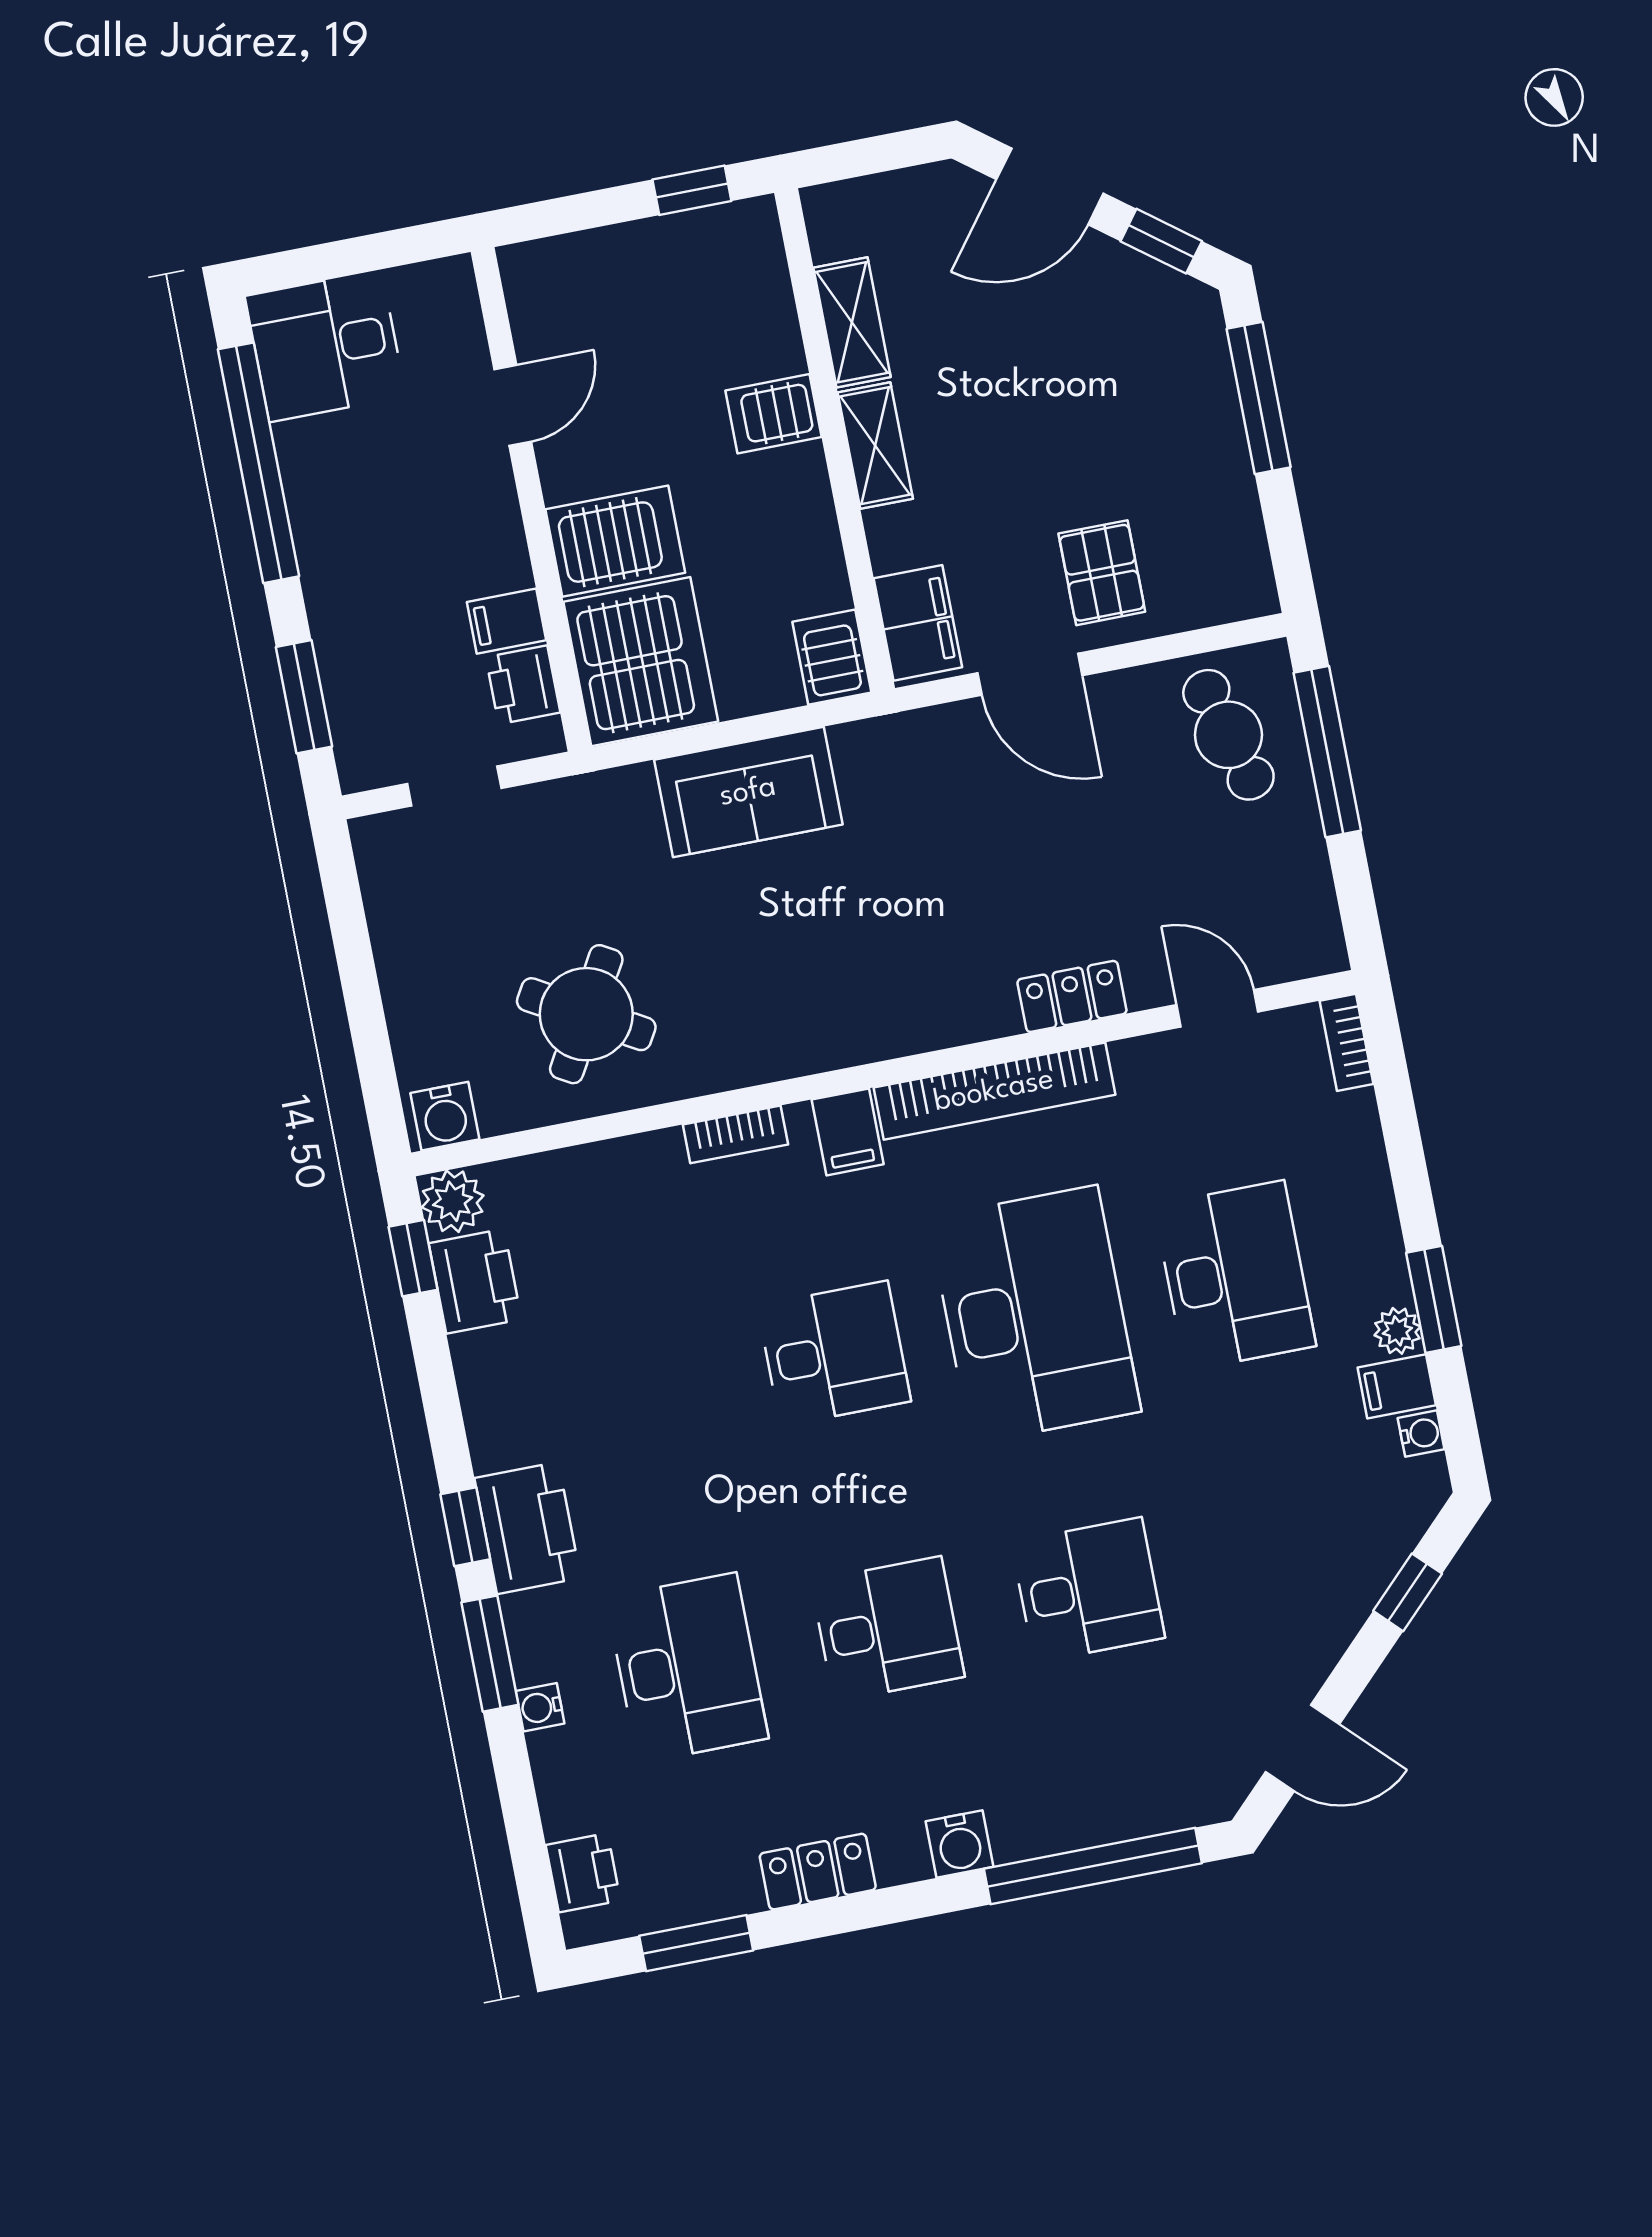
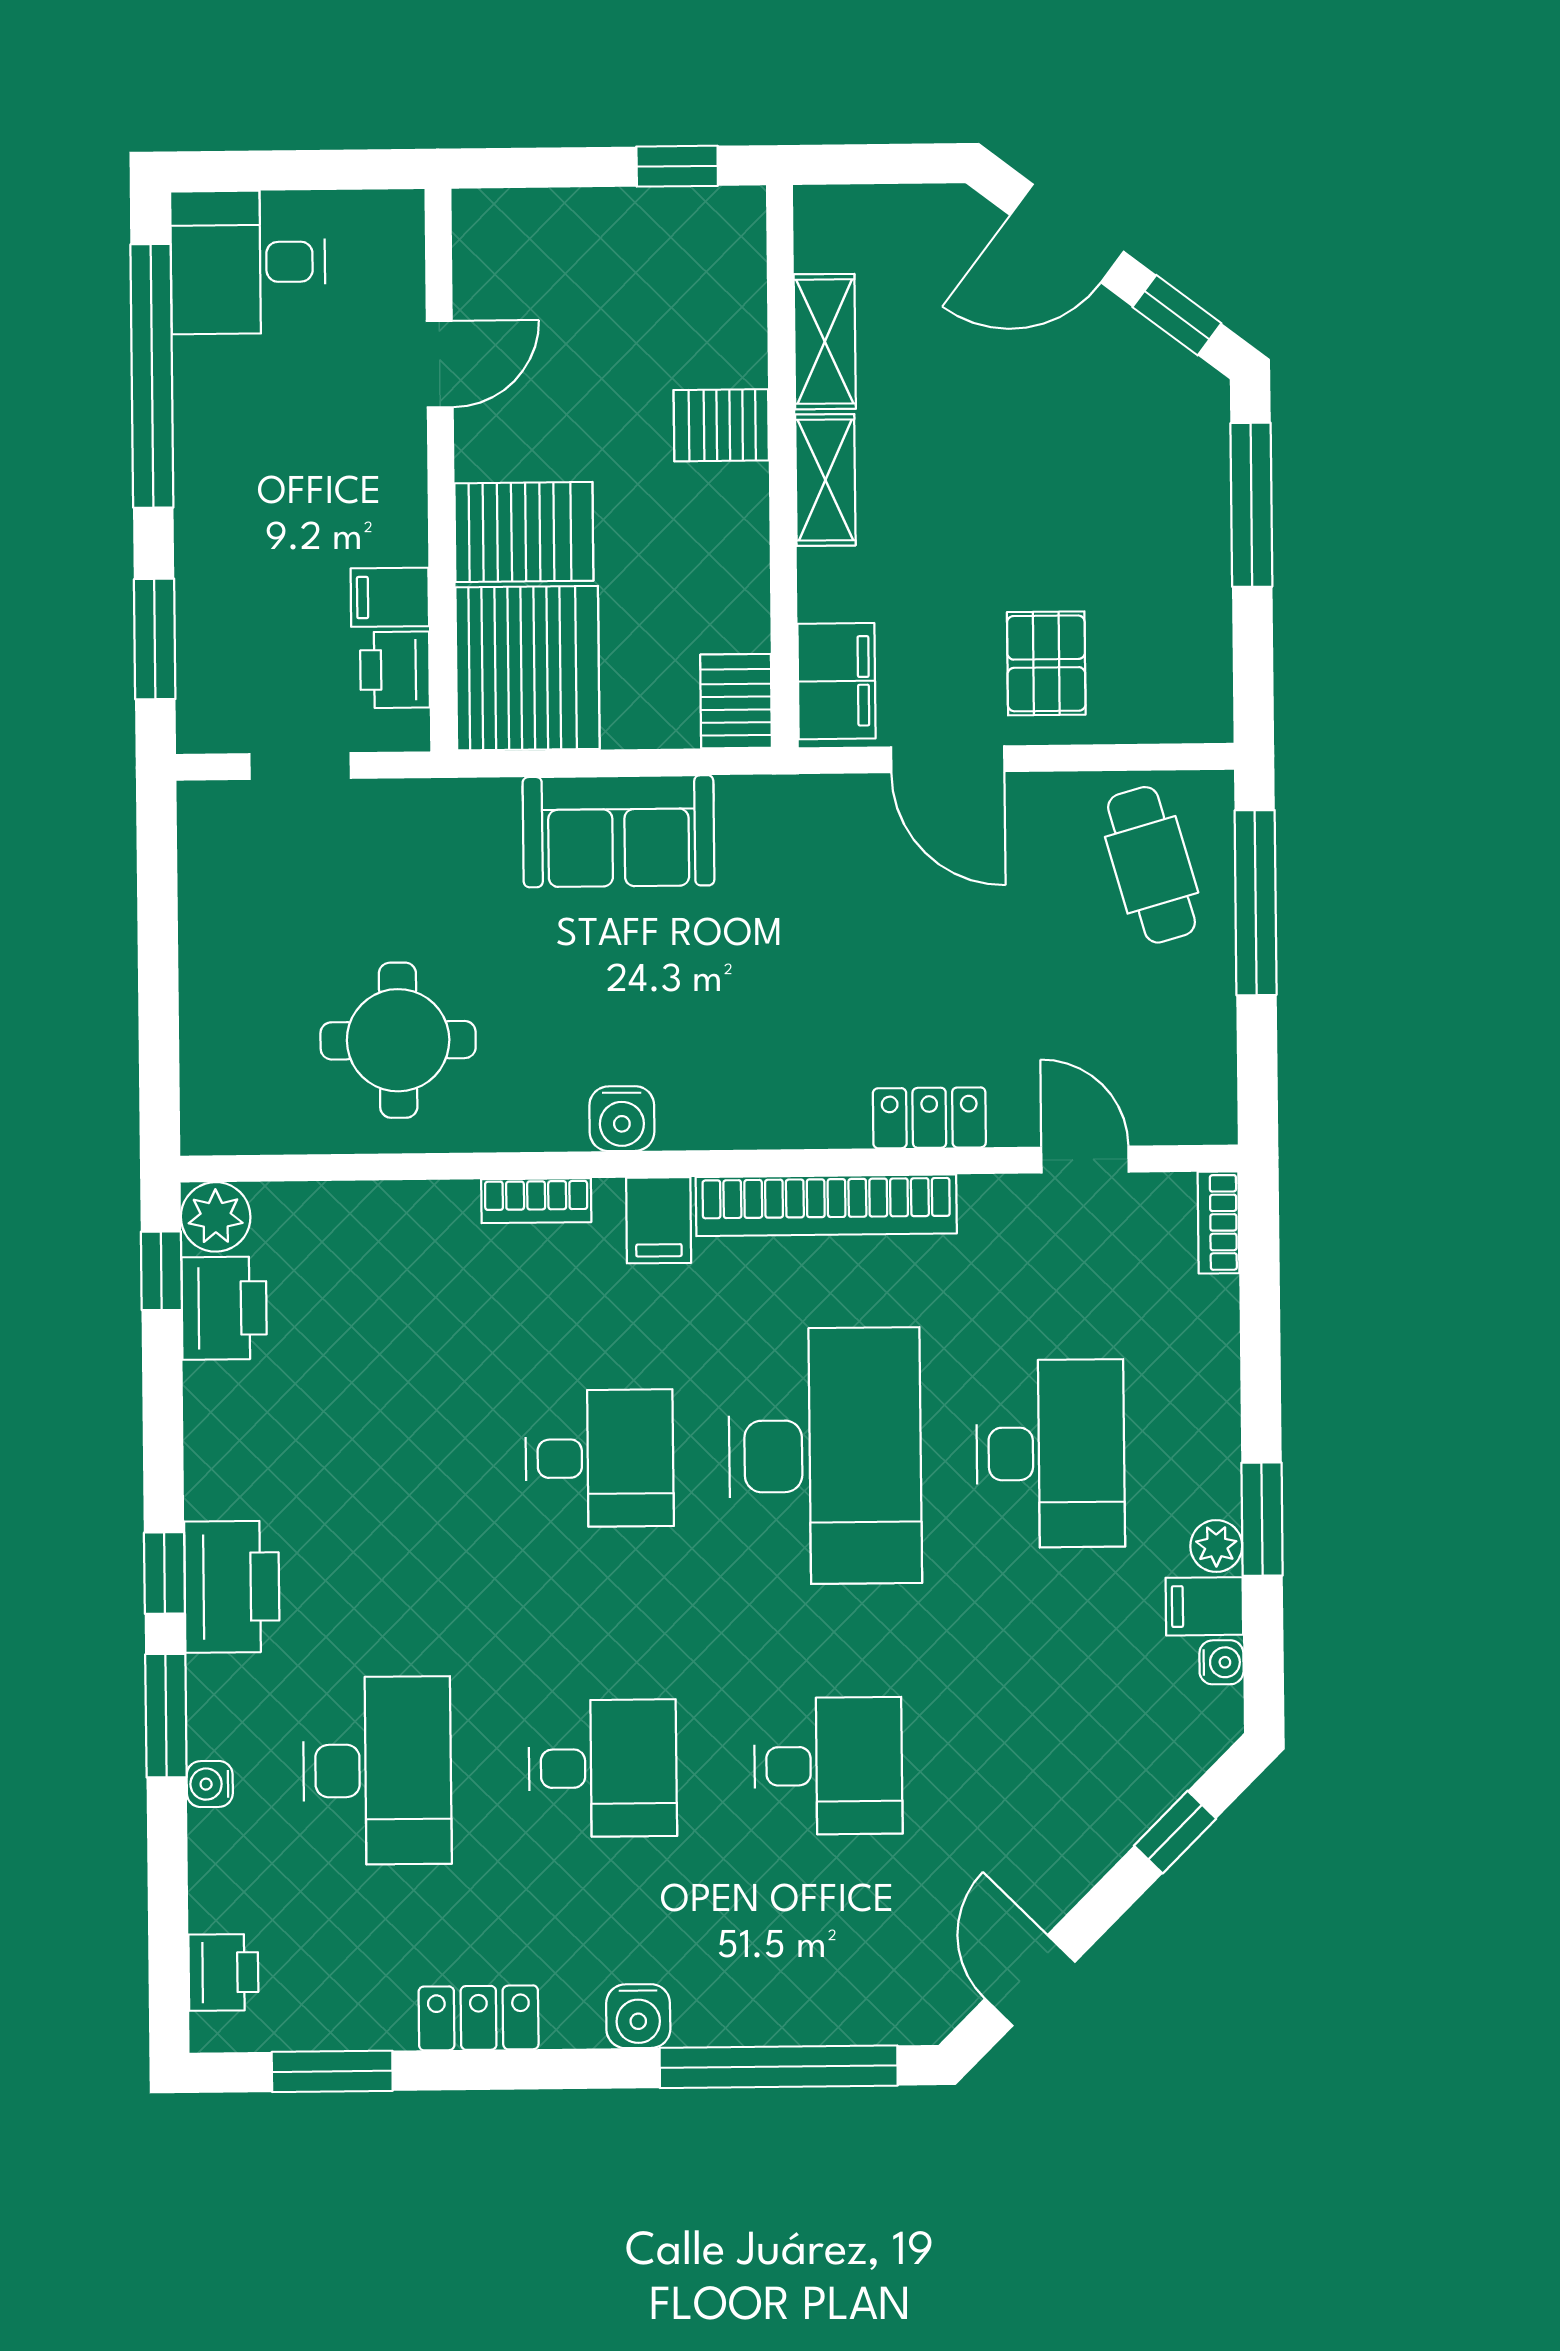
round table: (586, 1014) -> (398, 1040), turned -30
water cooler: (445, 1116) -> (622, 1119), moved
door: (1302, 1748) -> (1030, 1980), swing flipped

